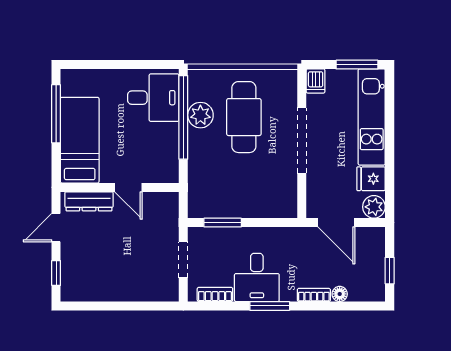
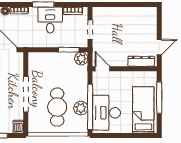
desk: (153, 98) -> (106, 113), width x1.37
window: (56, 114) -> (159, 98), moved
bed: (80, 140) -> (143, 110), moved, turned 180
door: (128, 187) -> (103, 69), moved
plant: (200, 206) -> (81, 59), added
window: (56, 273) -> (159, 22), removed

